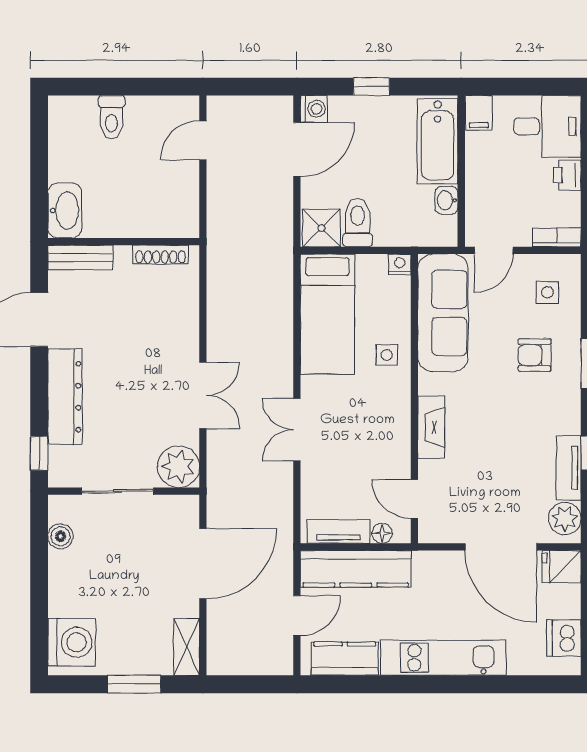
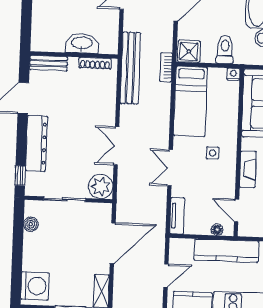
washbasin: (65, 211) -> (82, 43), moved, turned -90
toilet: (358, 222) -> (225, 50), moved
bookcase: (283, 257) -> (166, 67), added
bench: (222, 260) -> (130, 68), added
side table: (387, 355) -> (213, 153), moved
double door: (203, 395) -> (116, 146), swing flipped
tv unit: (338, 531) -> (177, 216), moved, turned 90
kitchen counter: (356, 569) -> (226, 251), moved

